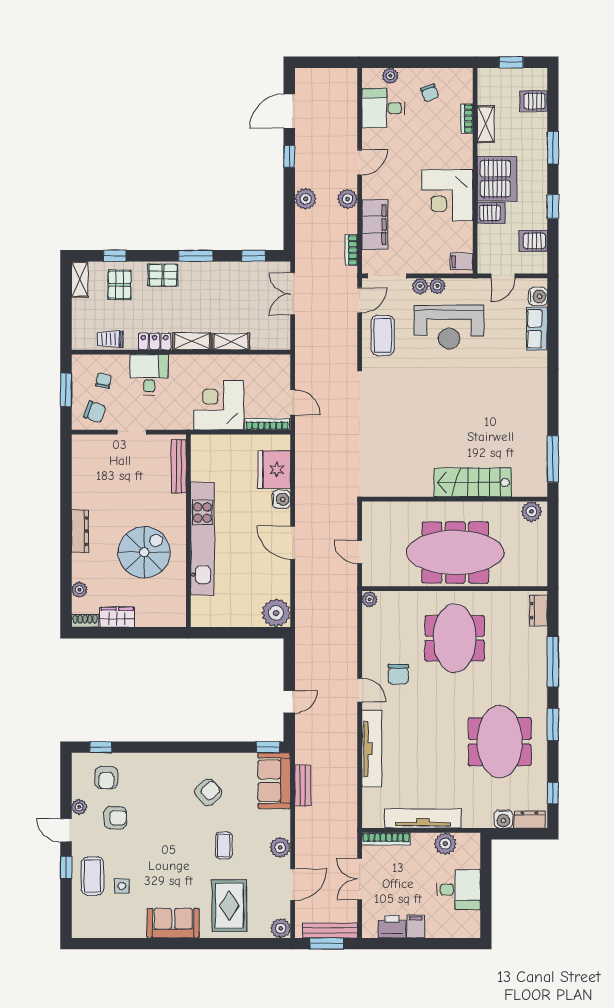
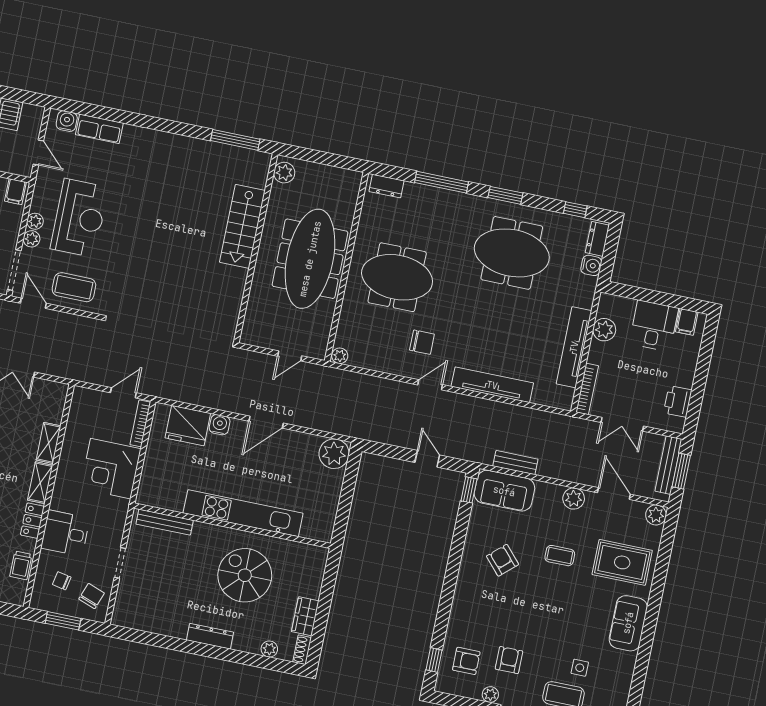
filing cabinet: (416, 926) -> (687, 322), moved, turned -90

